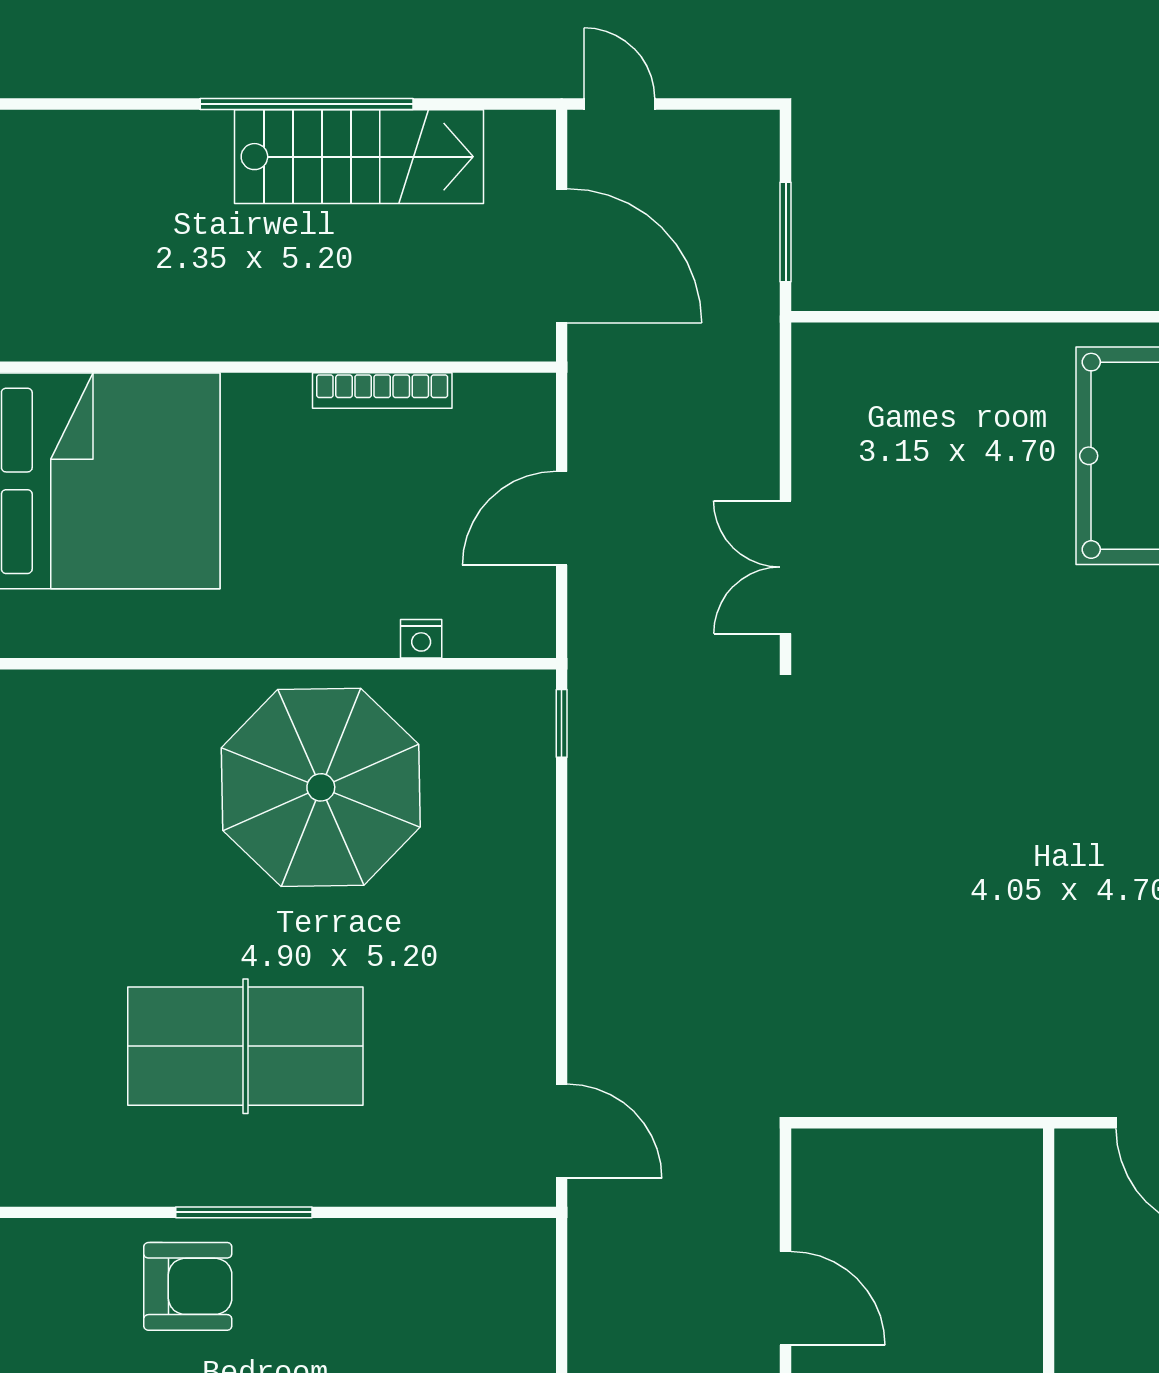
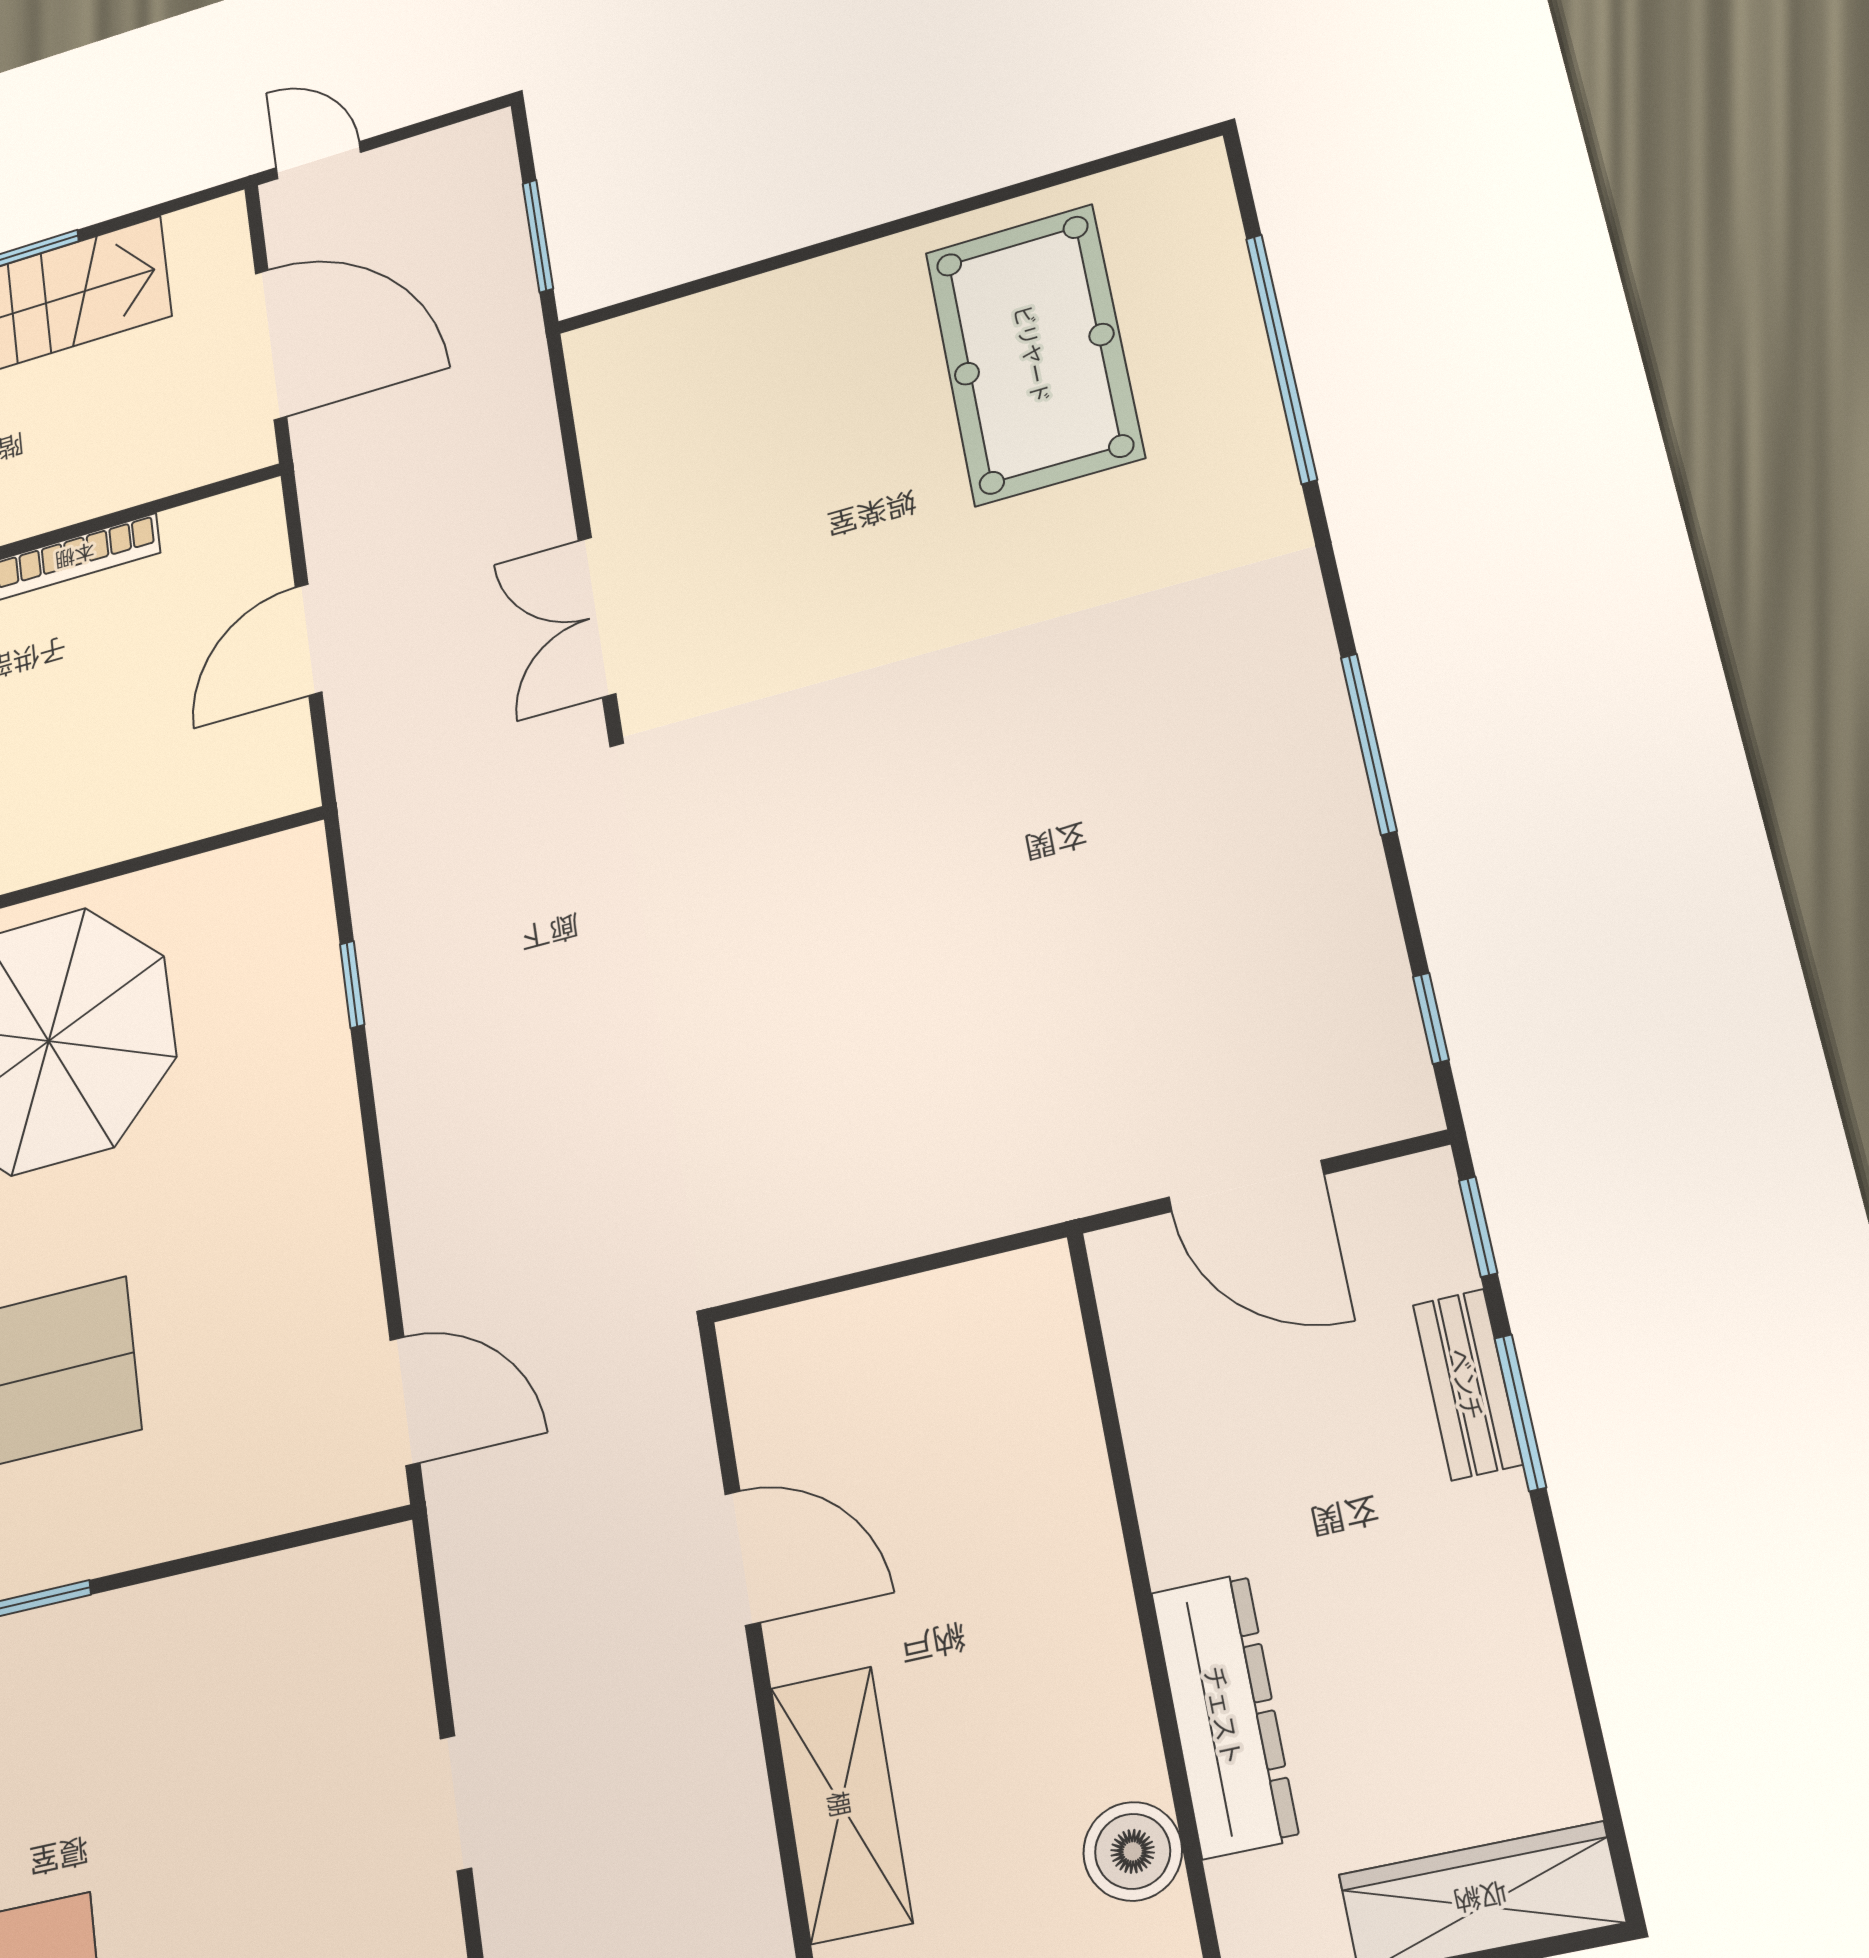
nightstand: (421, 639) -> (153, 829), removed
window: (562, 723) -> (352, 984), moved

